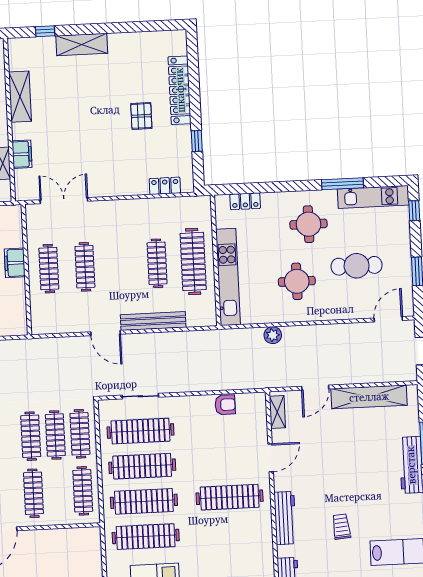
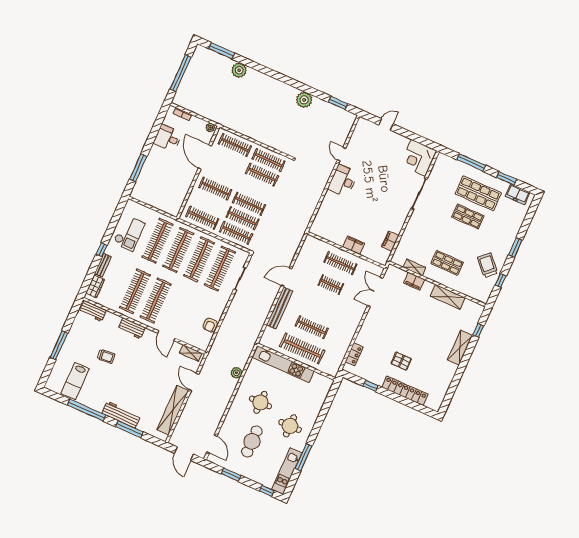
double door: (64, 201) -> (375, 292), swing flipped
locker: (245, 201) -> (322, 396), removed
clothes rail: (85, 267) -> (331, 285), width x0.73
workbench: (285, 518) -> (132, 328), width x0.73
clothes rail: (231, 532) -> (135, 291), added

